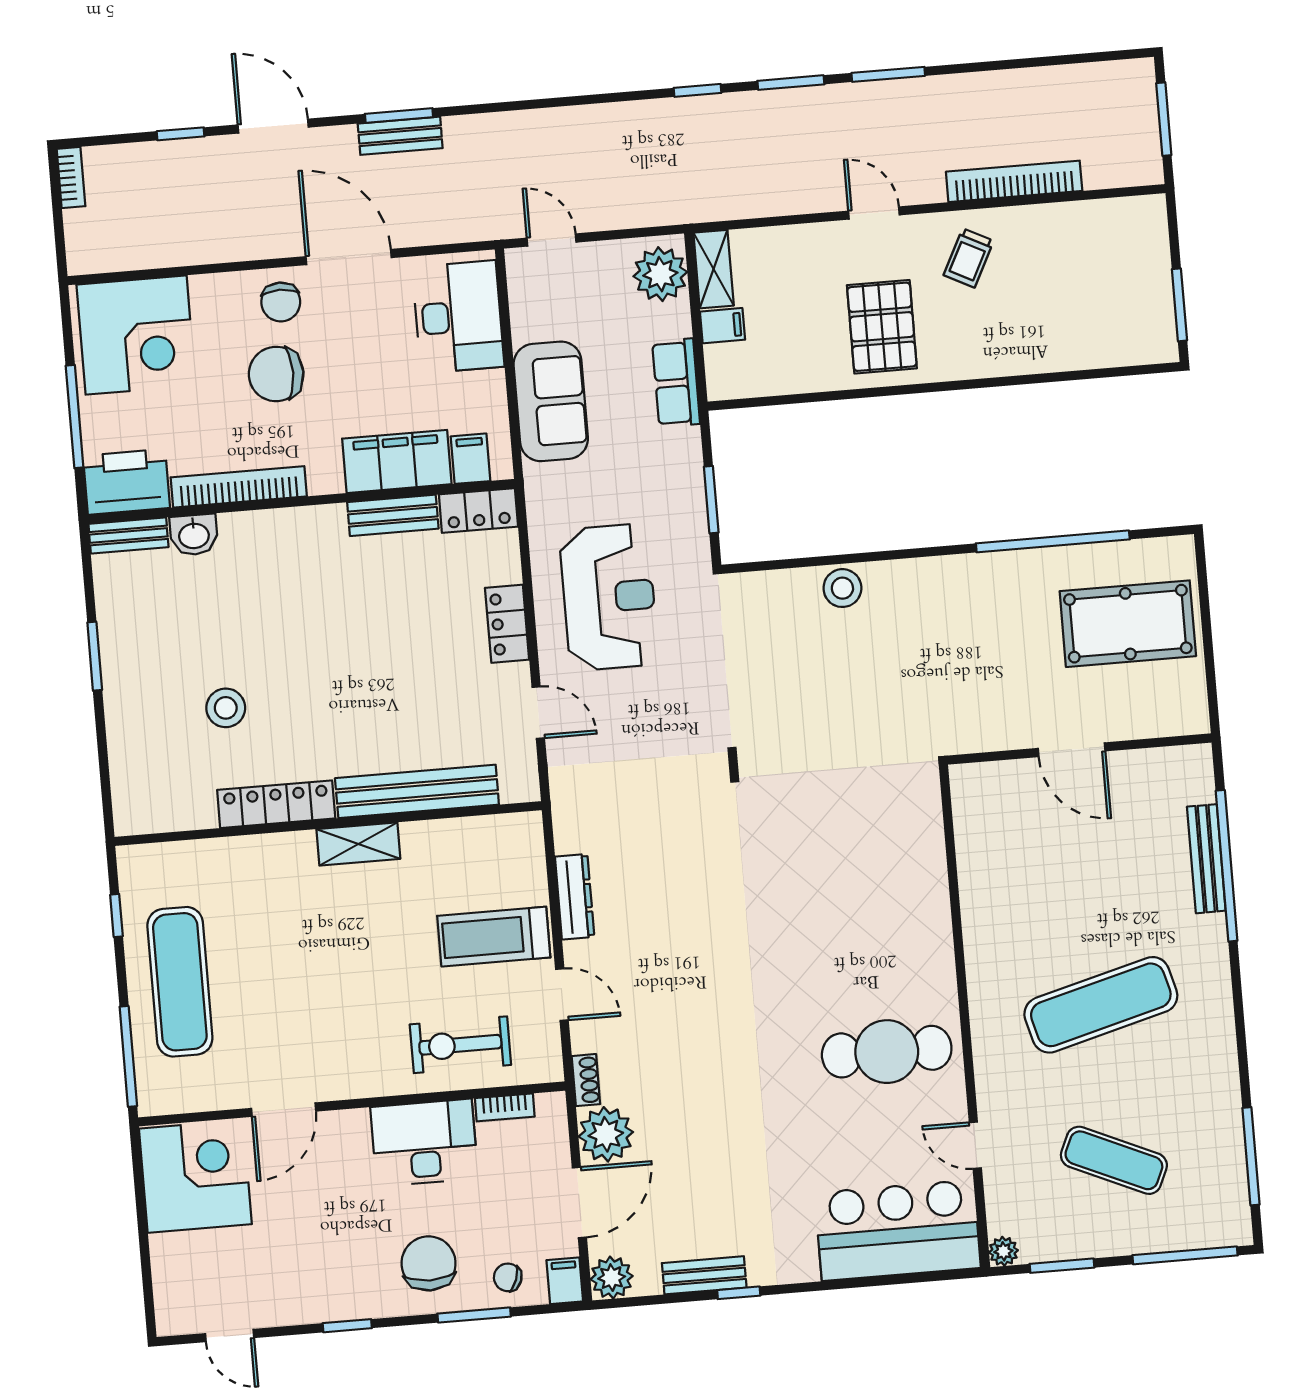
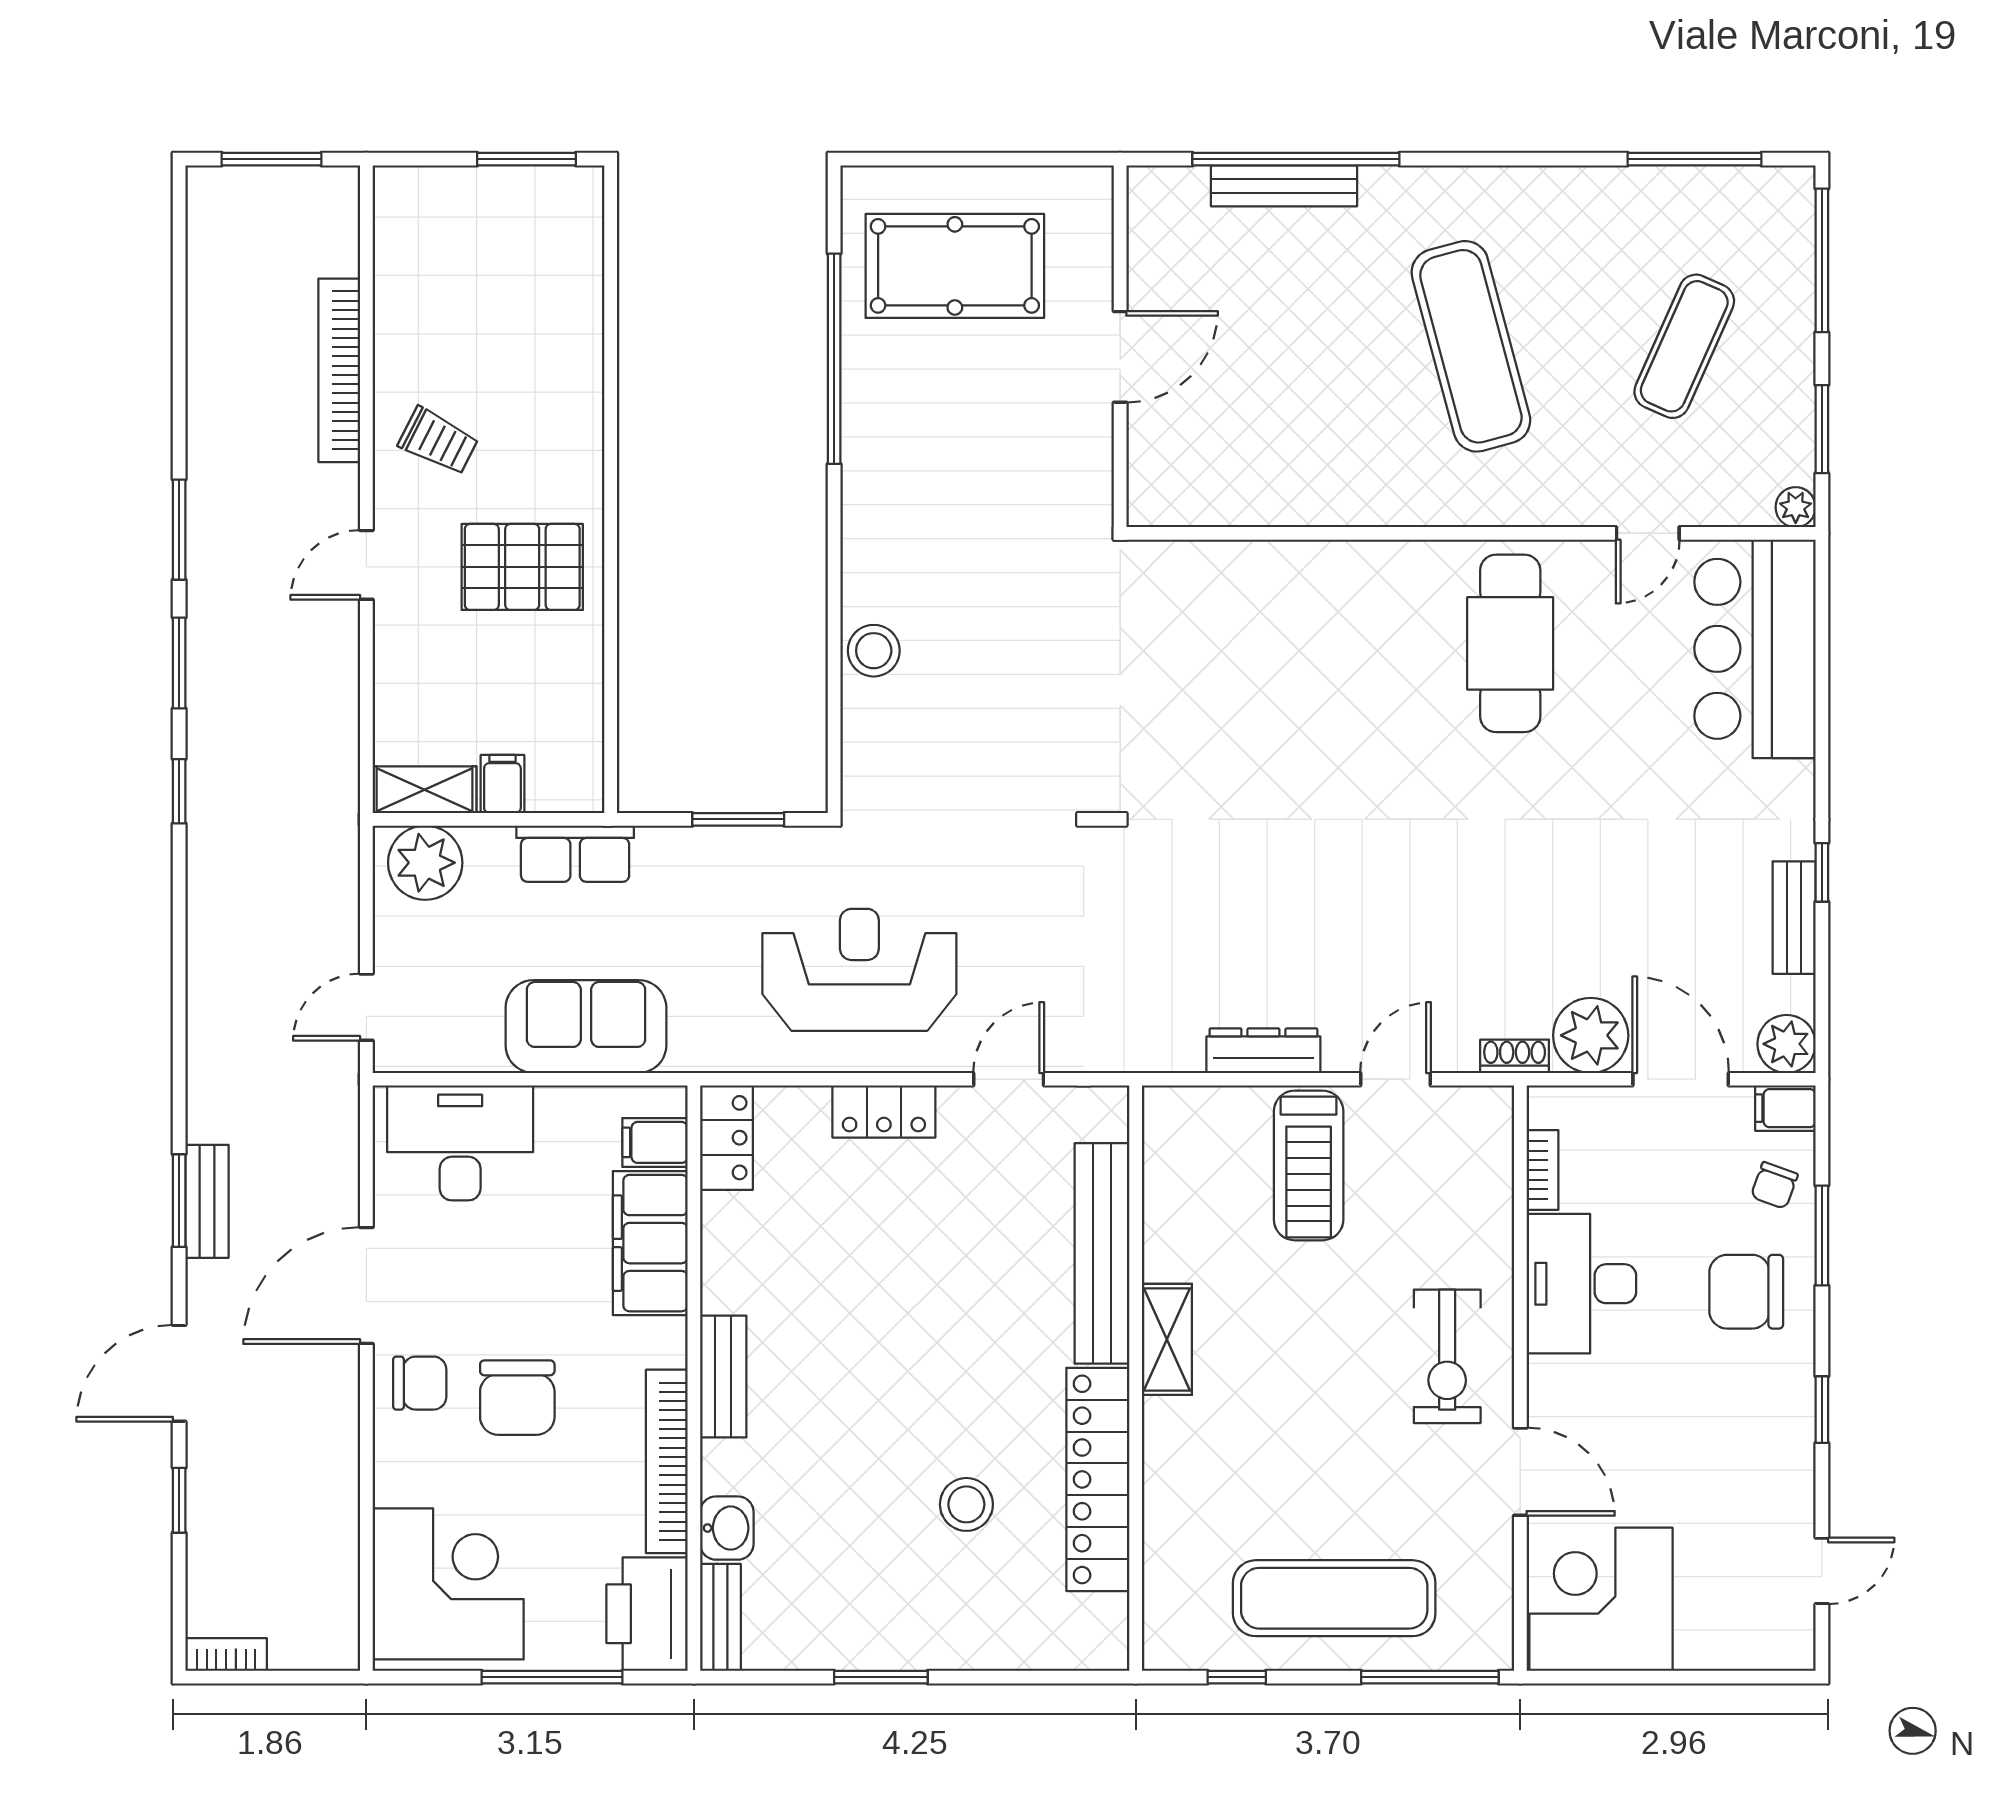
bench: (393, 515) -> (723, 1377), moved
pool table: (1128, 624) -> (955, 266), turned 90
locker: (276, 804) -> (1098, 1479), width x1.41, depth x1.21
exercise bike: (460, 1045) -> (1447, 1356), moved

